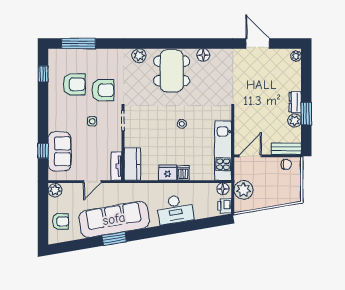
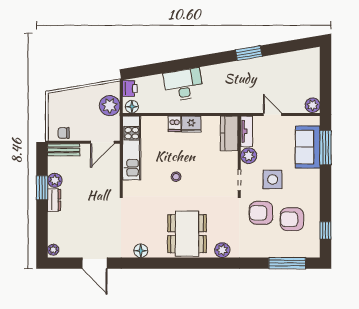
floor lamp: (203, 55) -> (141, 251), moved
side table: (92, 121) -> (273, 179), width x1.87, depth x1.87
plant: (114, 143) -> (249, 156), added
window: (43, 151) -> (325, 148), width x2.17
door: (92, 182) -> (272, 115), hinge flipped
sofa: (114, 219) -> (249, 74), removed
armchair: (60, 221) -> (307, 72), removed

